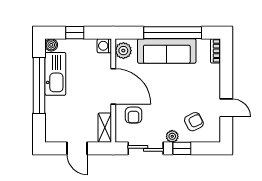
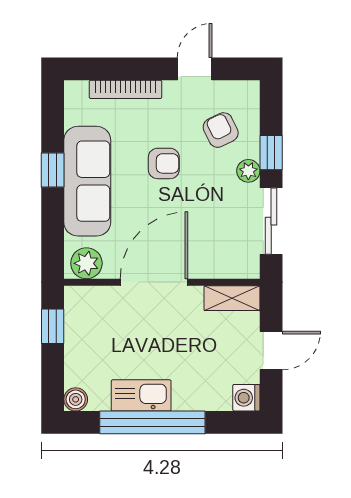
window: (75, 33) -> (53, 326), moved
window: (173, 33) -> (53, 170), width x0.32
washing machine: (104, 46) -> (246, 398), moved, turned 90
bookcase: (215, 51) -> (125, 89), moved, width x1.56
kitchen sink: (55, 74) -> (141, 395), width x0.73, depth x0.81
armchair: (134, 115) -> (164, 163), moved

